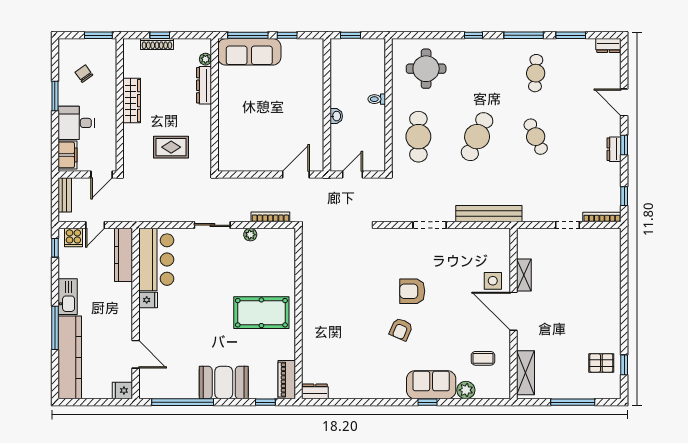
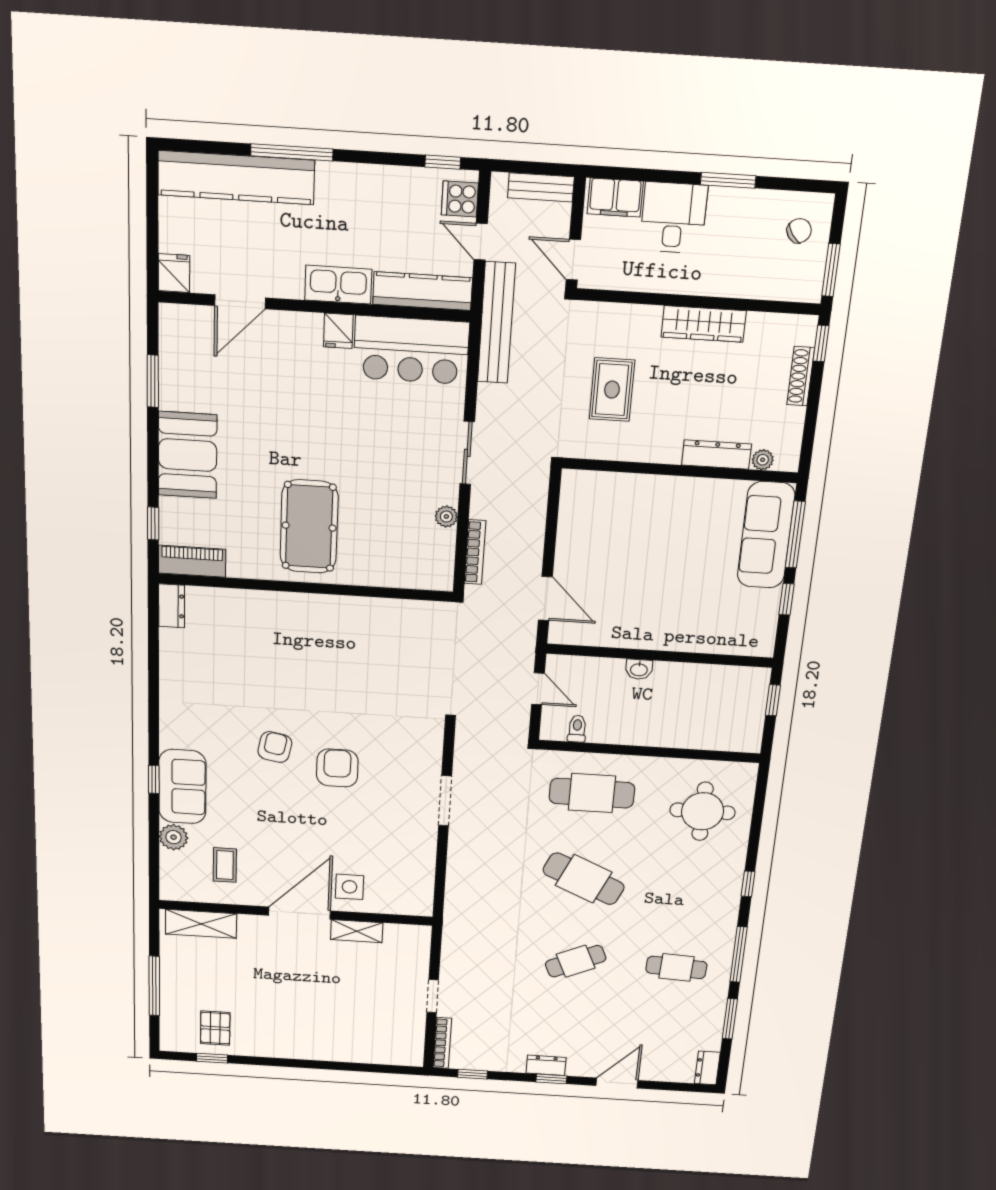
window: (160, 35) -> (821, 343), moved
chair: (84, 74) -> (799, 231), moved
toilet: (377, 99) -> (577, 729), moved
bench: (489, 214) -> (496, 323), moved
kitchen sink: (68, 297) -> (338, 285), moved, turned 180
armchair: (401, 329) -> (275, 747), turned 78
window: (183, 402) -> (153, 381), width x0.47

